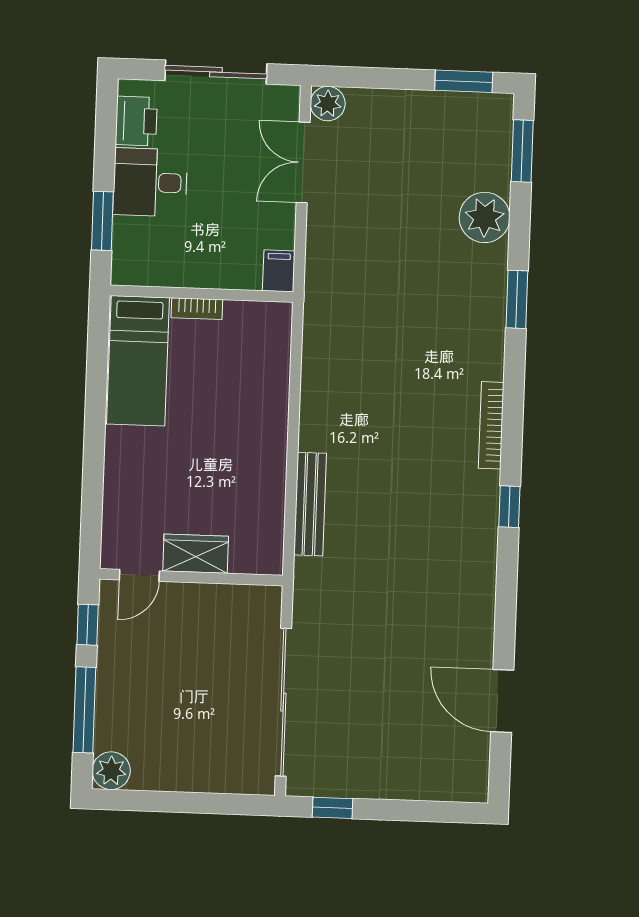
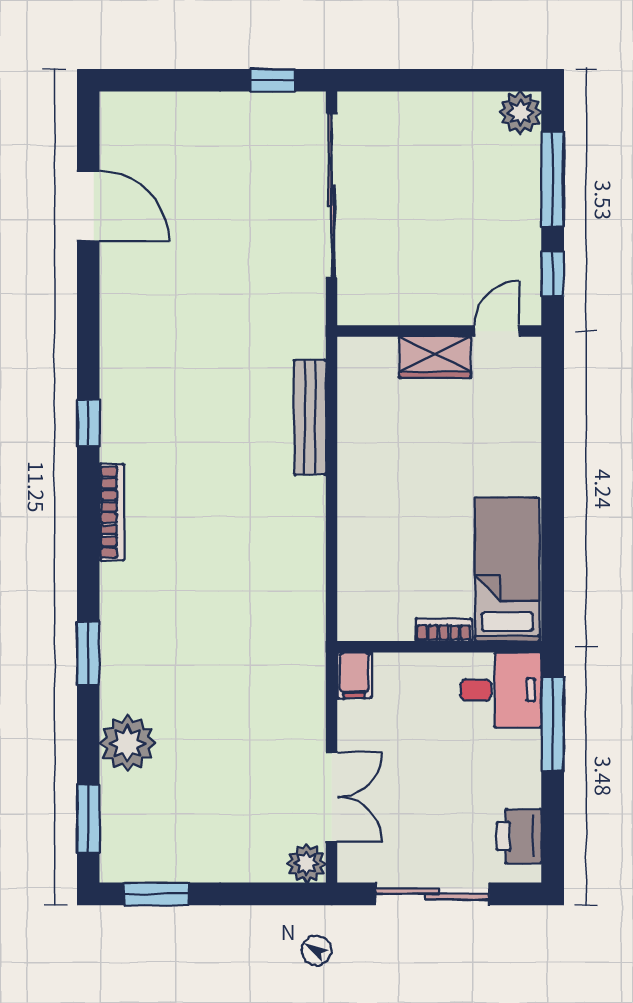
desk: (150, 182) -> (501, 690), moved
window: (102, 221) -> (553, 724), width x1.44

